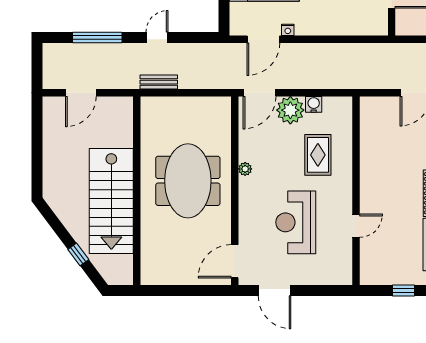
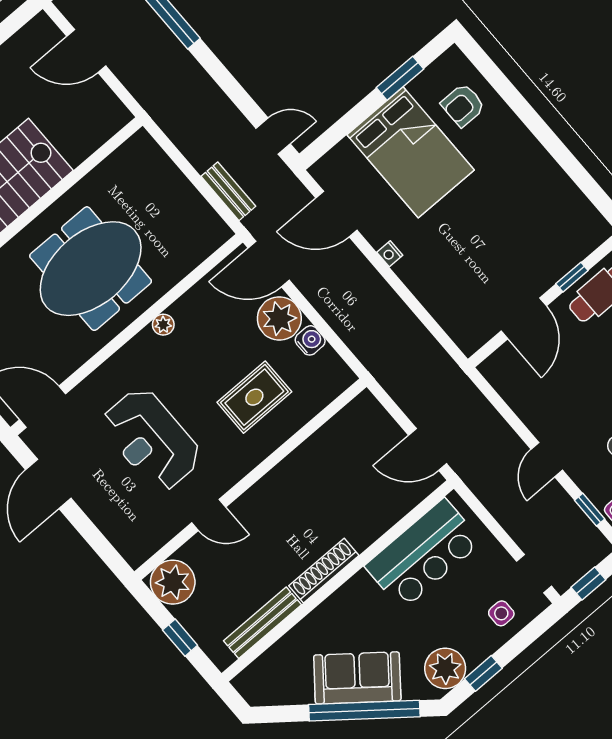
nightstand: (288, 30) -> (390, 254), moved
door: (157, 38) -> (273, 136), moved
bench: (159, 82) -> (228, 191), moved
reception desk: (296, 222) -> (151, 440), turned -90
plant: (374, 271) -> (173, 582), added

